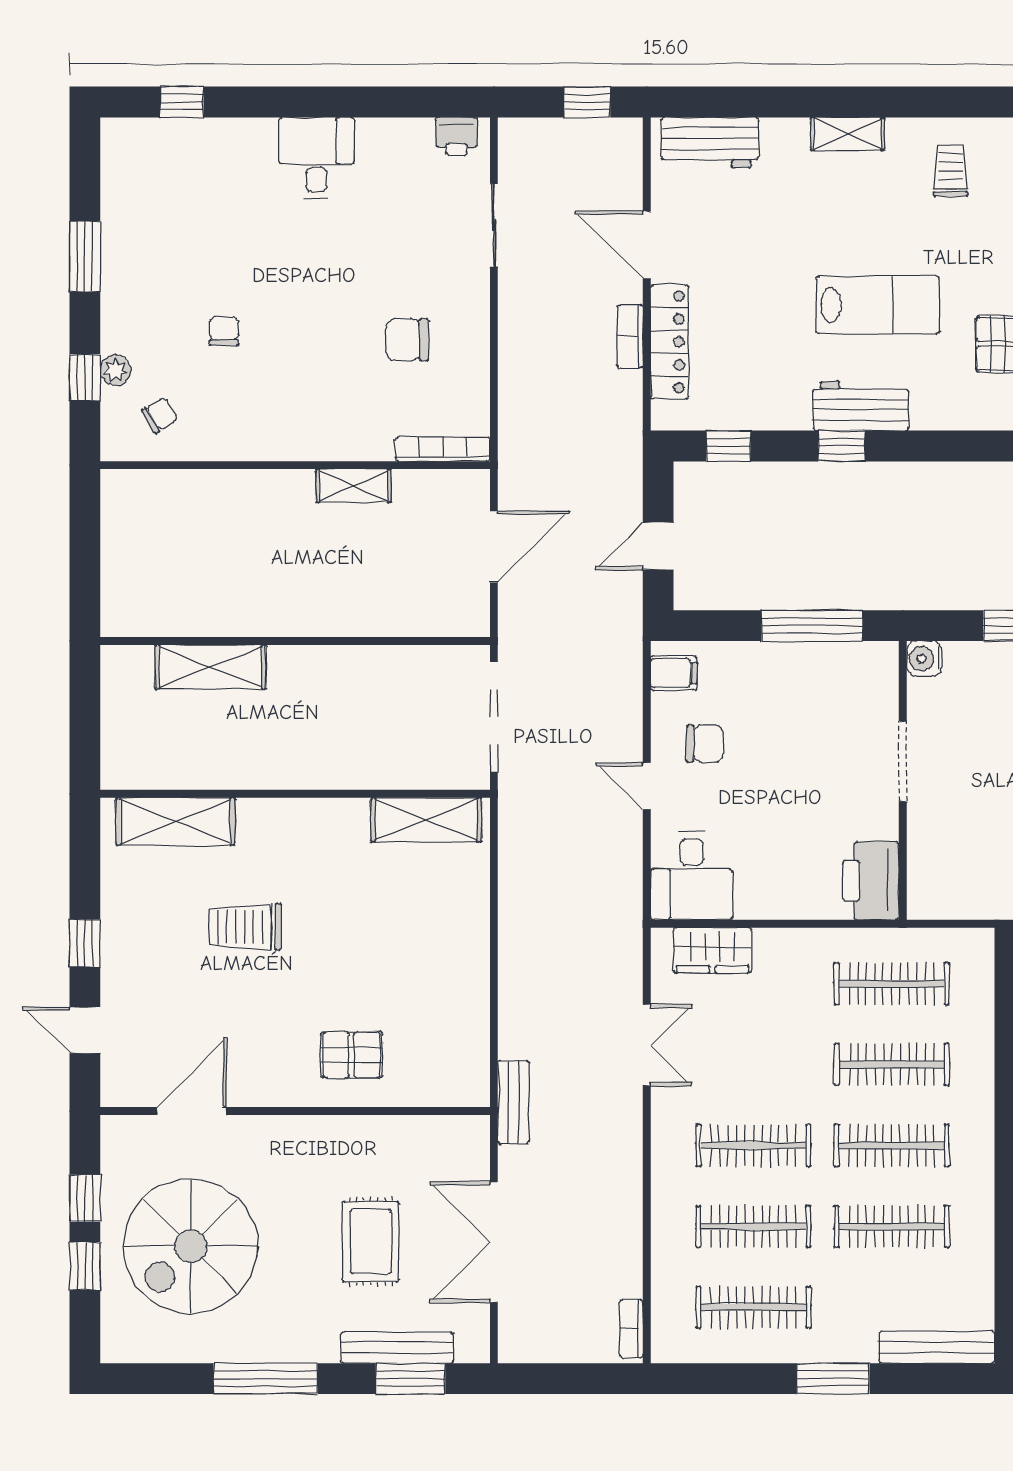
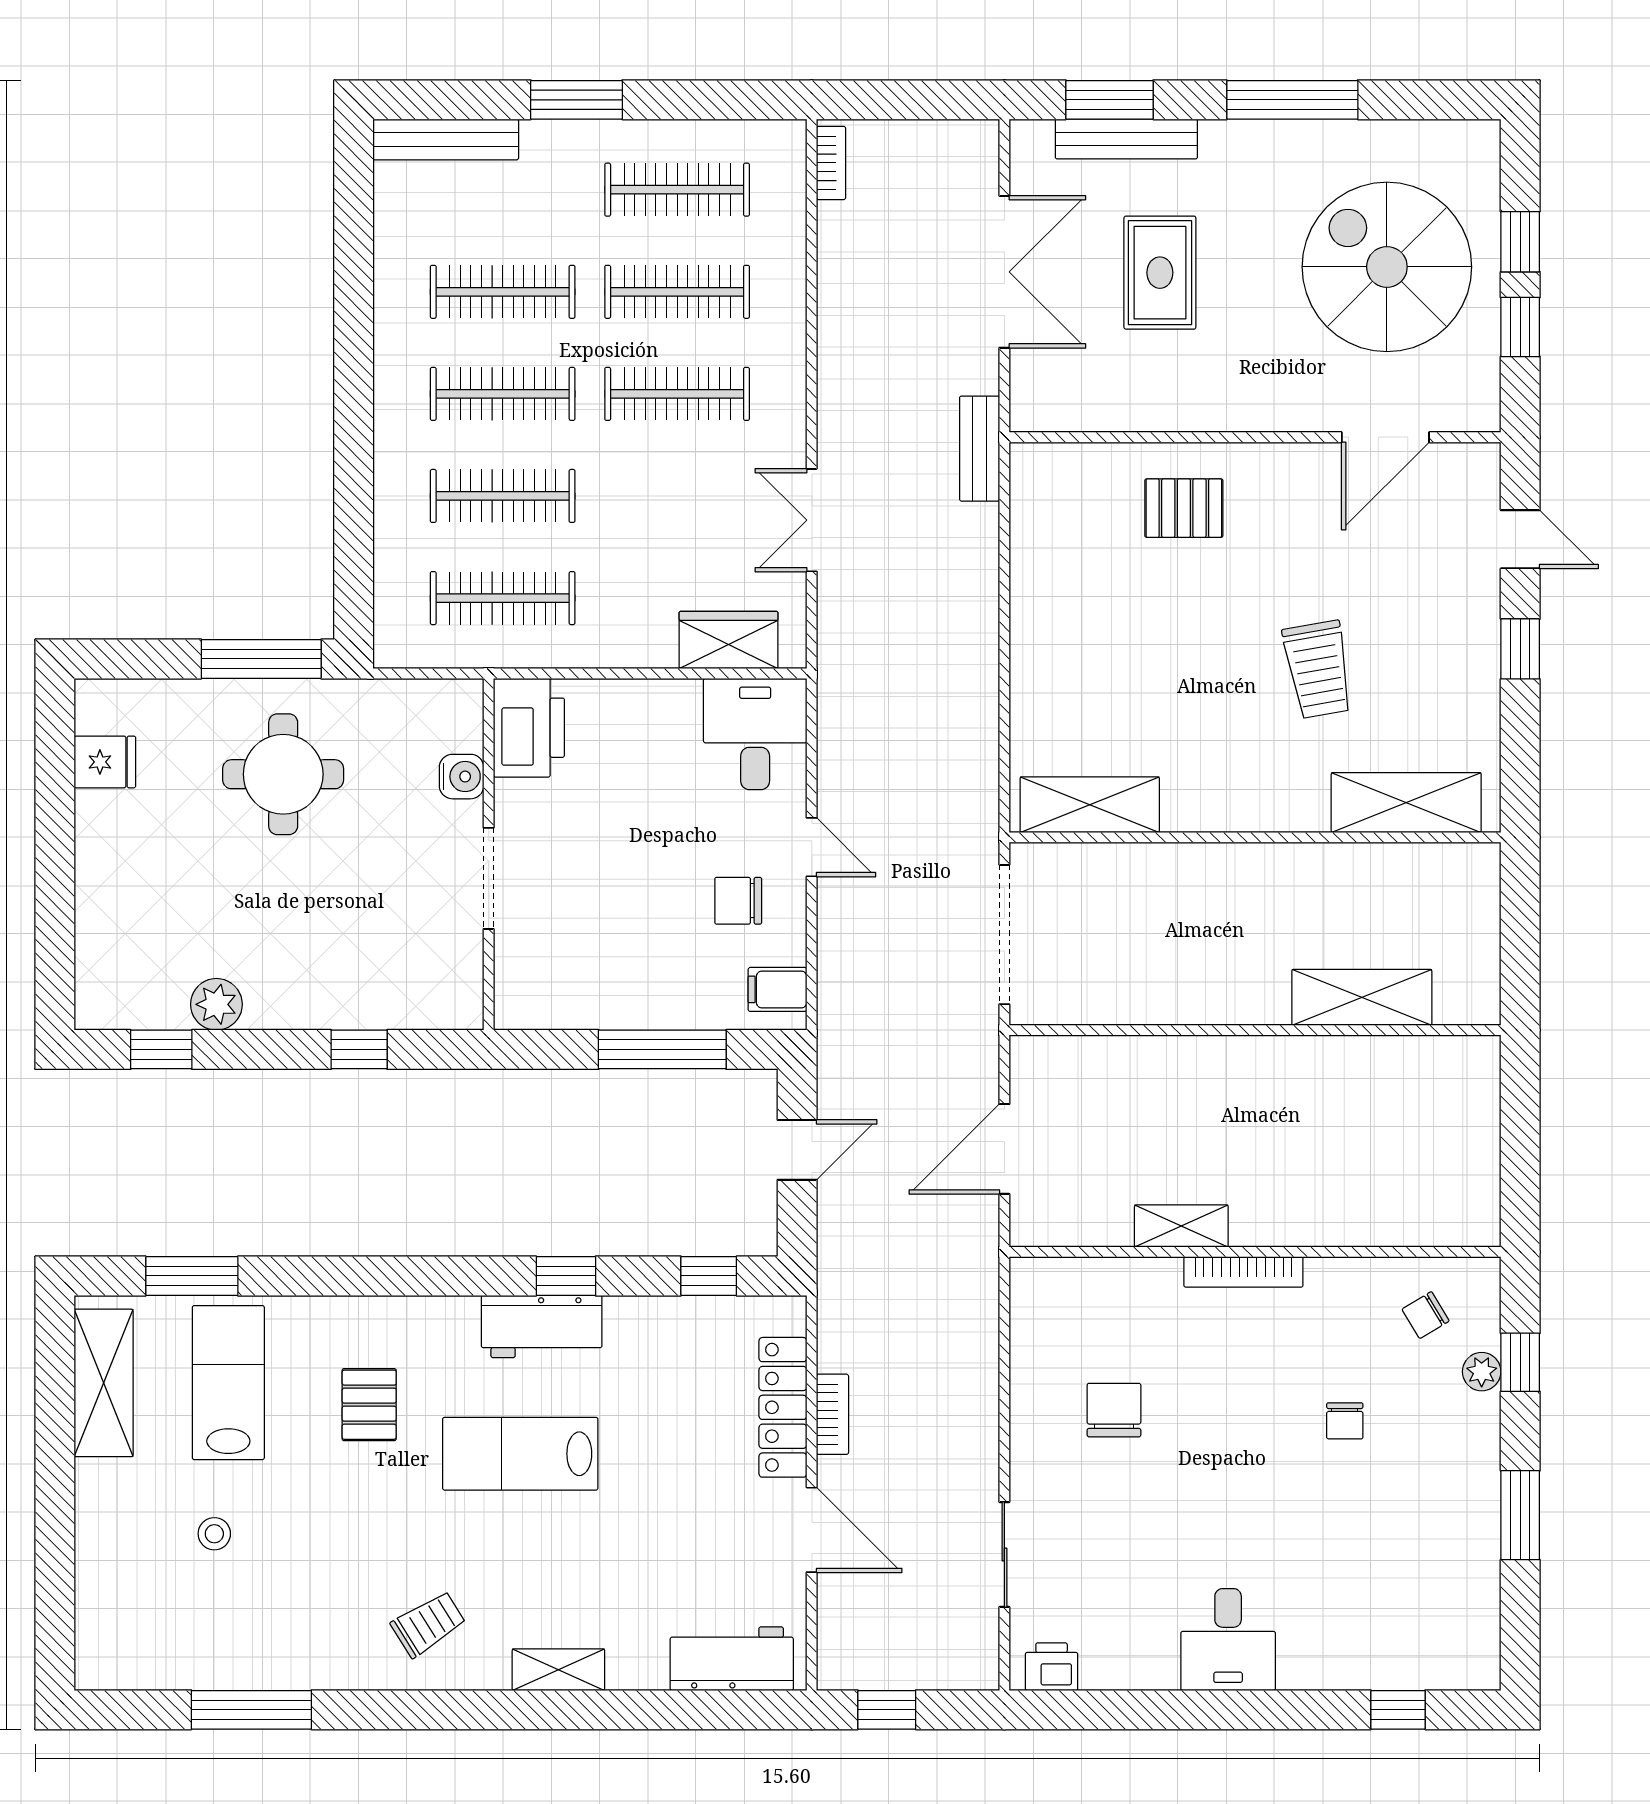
trolley: (951, 170) -> (428, 1624), turned -122
chair: (407, 340) -> (1114, 1410), turned -90
bookcase: (443, 449) -> (1243, 1272), moved
window: (812, 626) -> (662, 1049), moved
water cooler: (924, 659) -> (462, 777), moved
trolley: (245, 927) -> (1318, 669), turned 80
spiral stairs: (191, 1246) -> (1387, 267), turned -90

